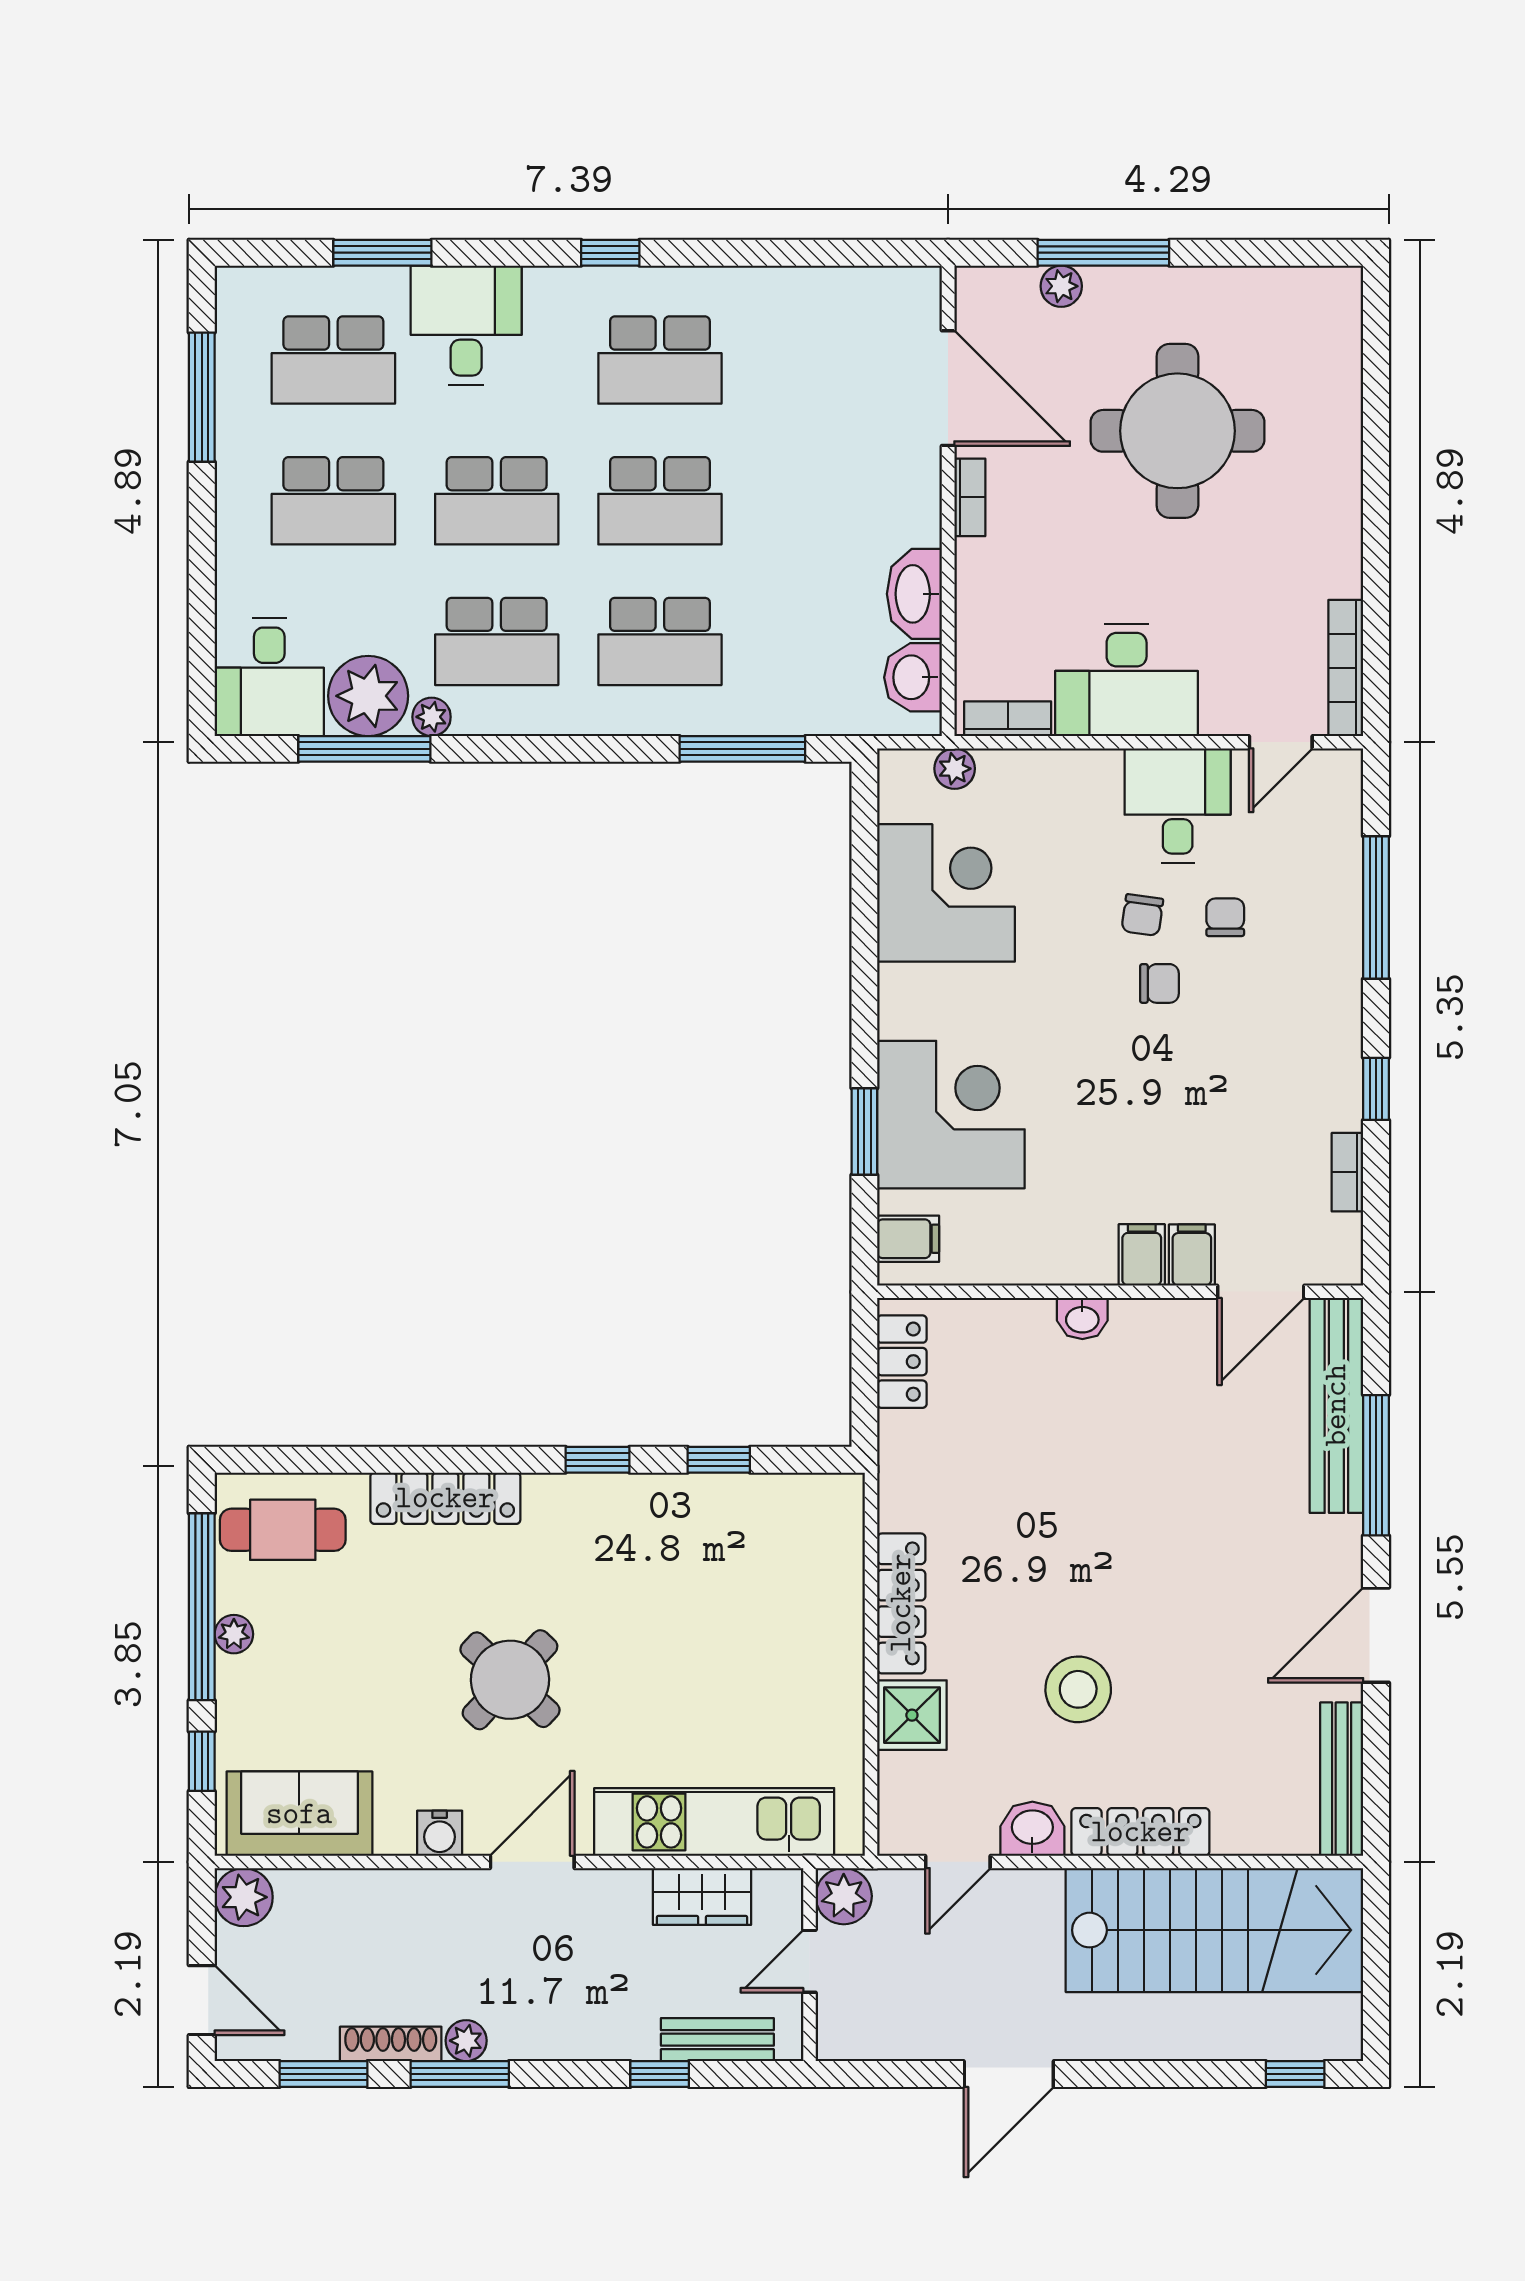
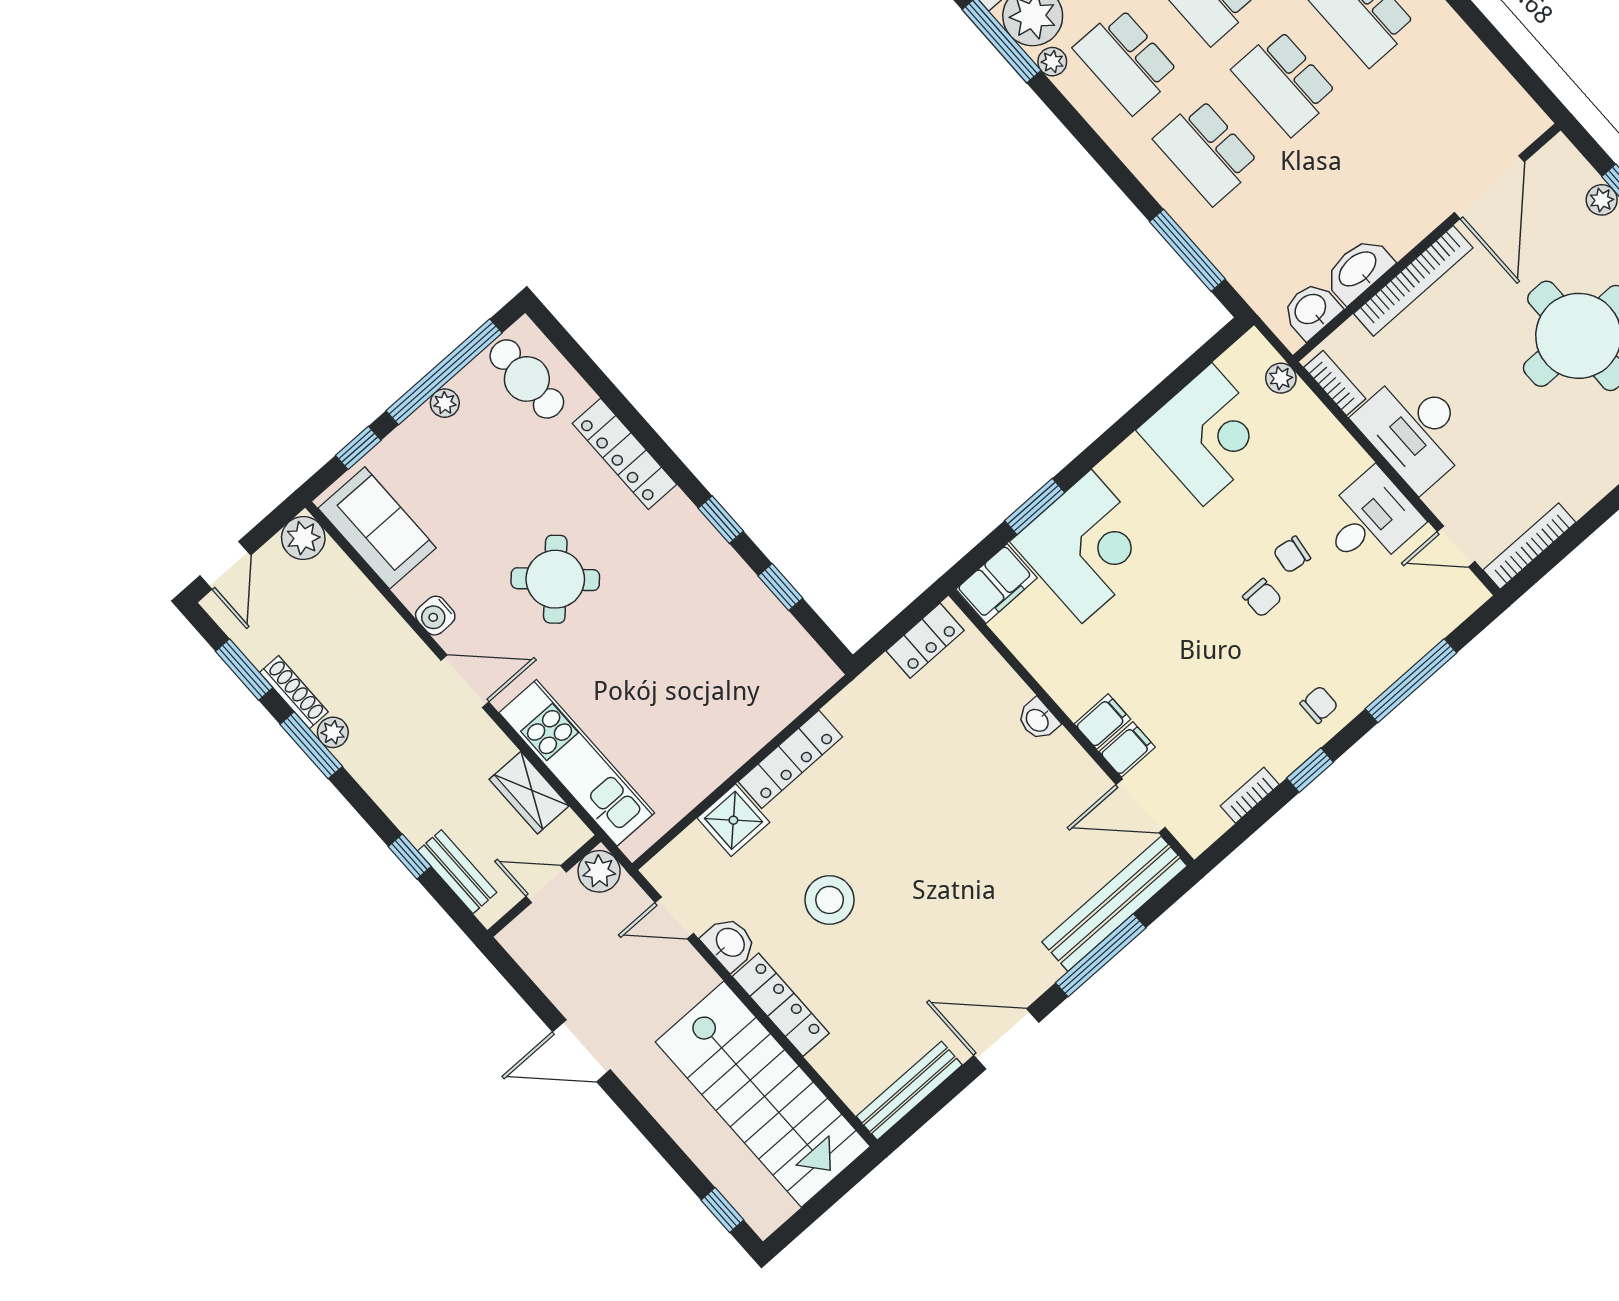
bookcase: (970, 497) -> (1413, 281), width x2.31, depth x1.31
chair: (1225, 917) -> (1319, 705), moved
filing cabinet: (908, 1239) -> (996, 584), width x2.00

